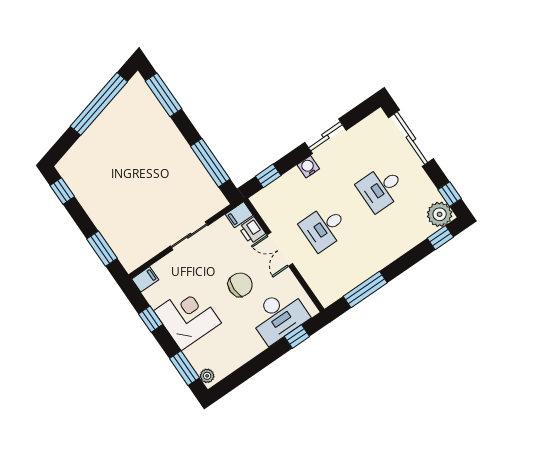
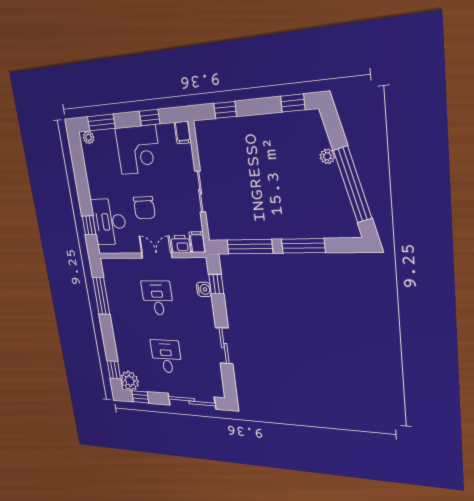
window: (163, 95) -> (303, 246), moved
plant: (89, 138) -> (327, 156), added
water cooler: (308, 167) -> (204, 289), moved
window: (102, 249) -> (225, 110), width x0.67

